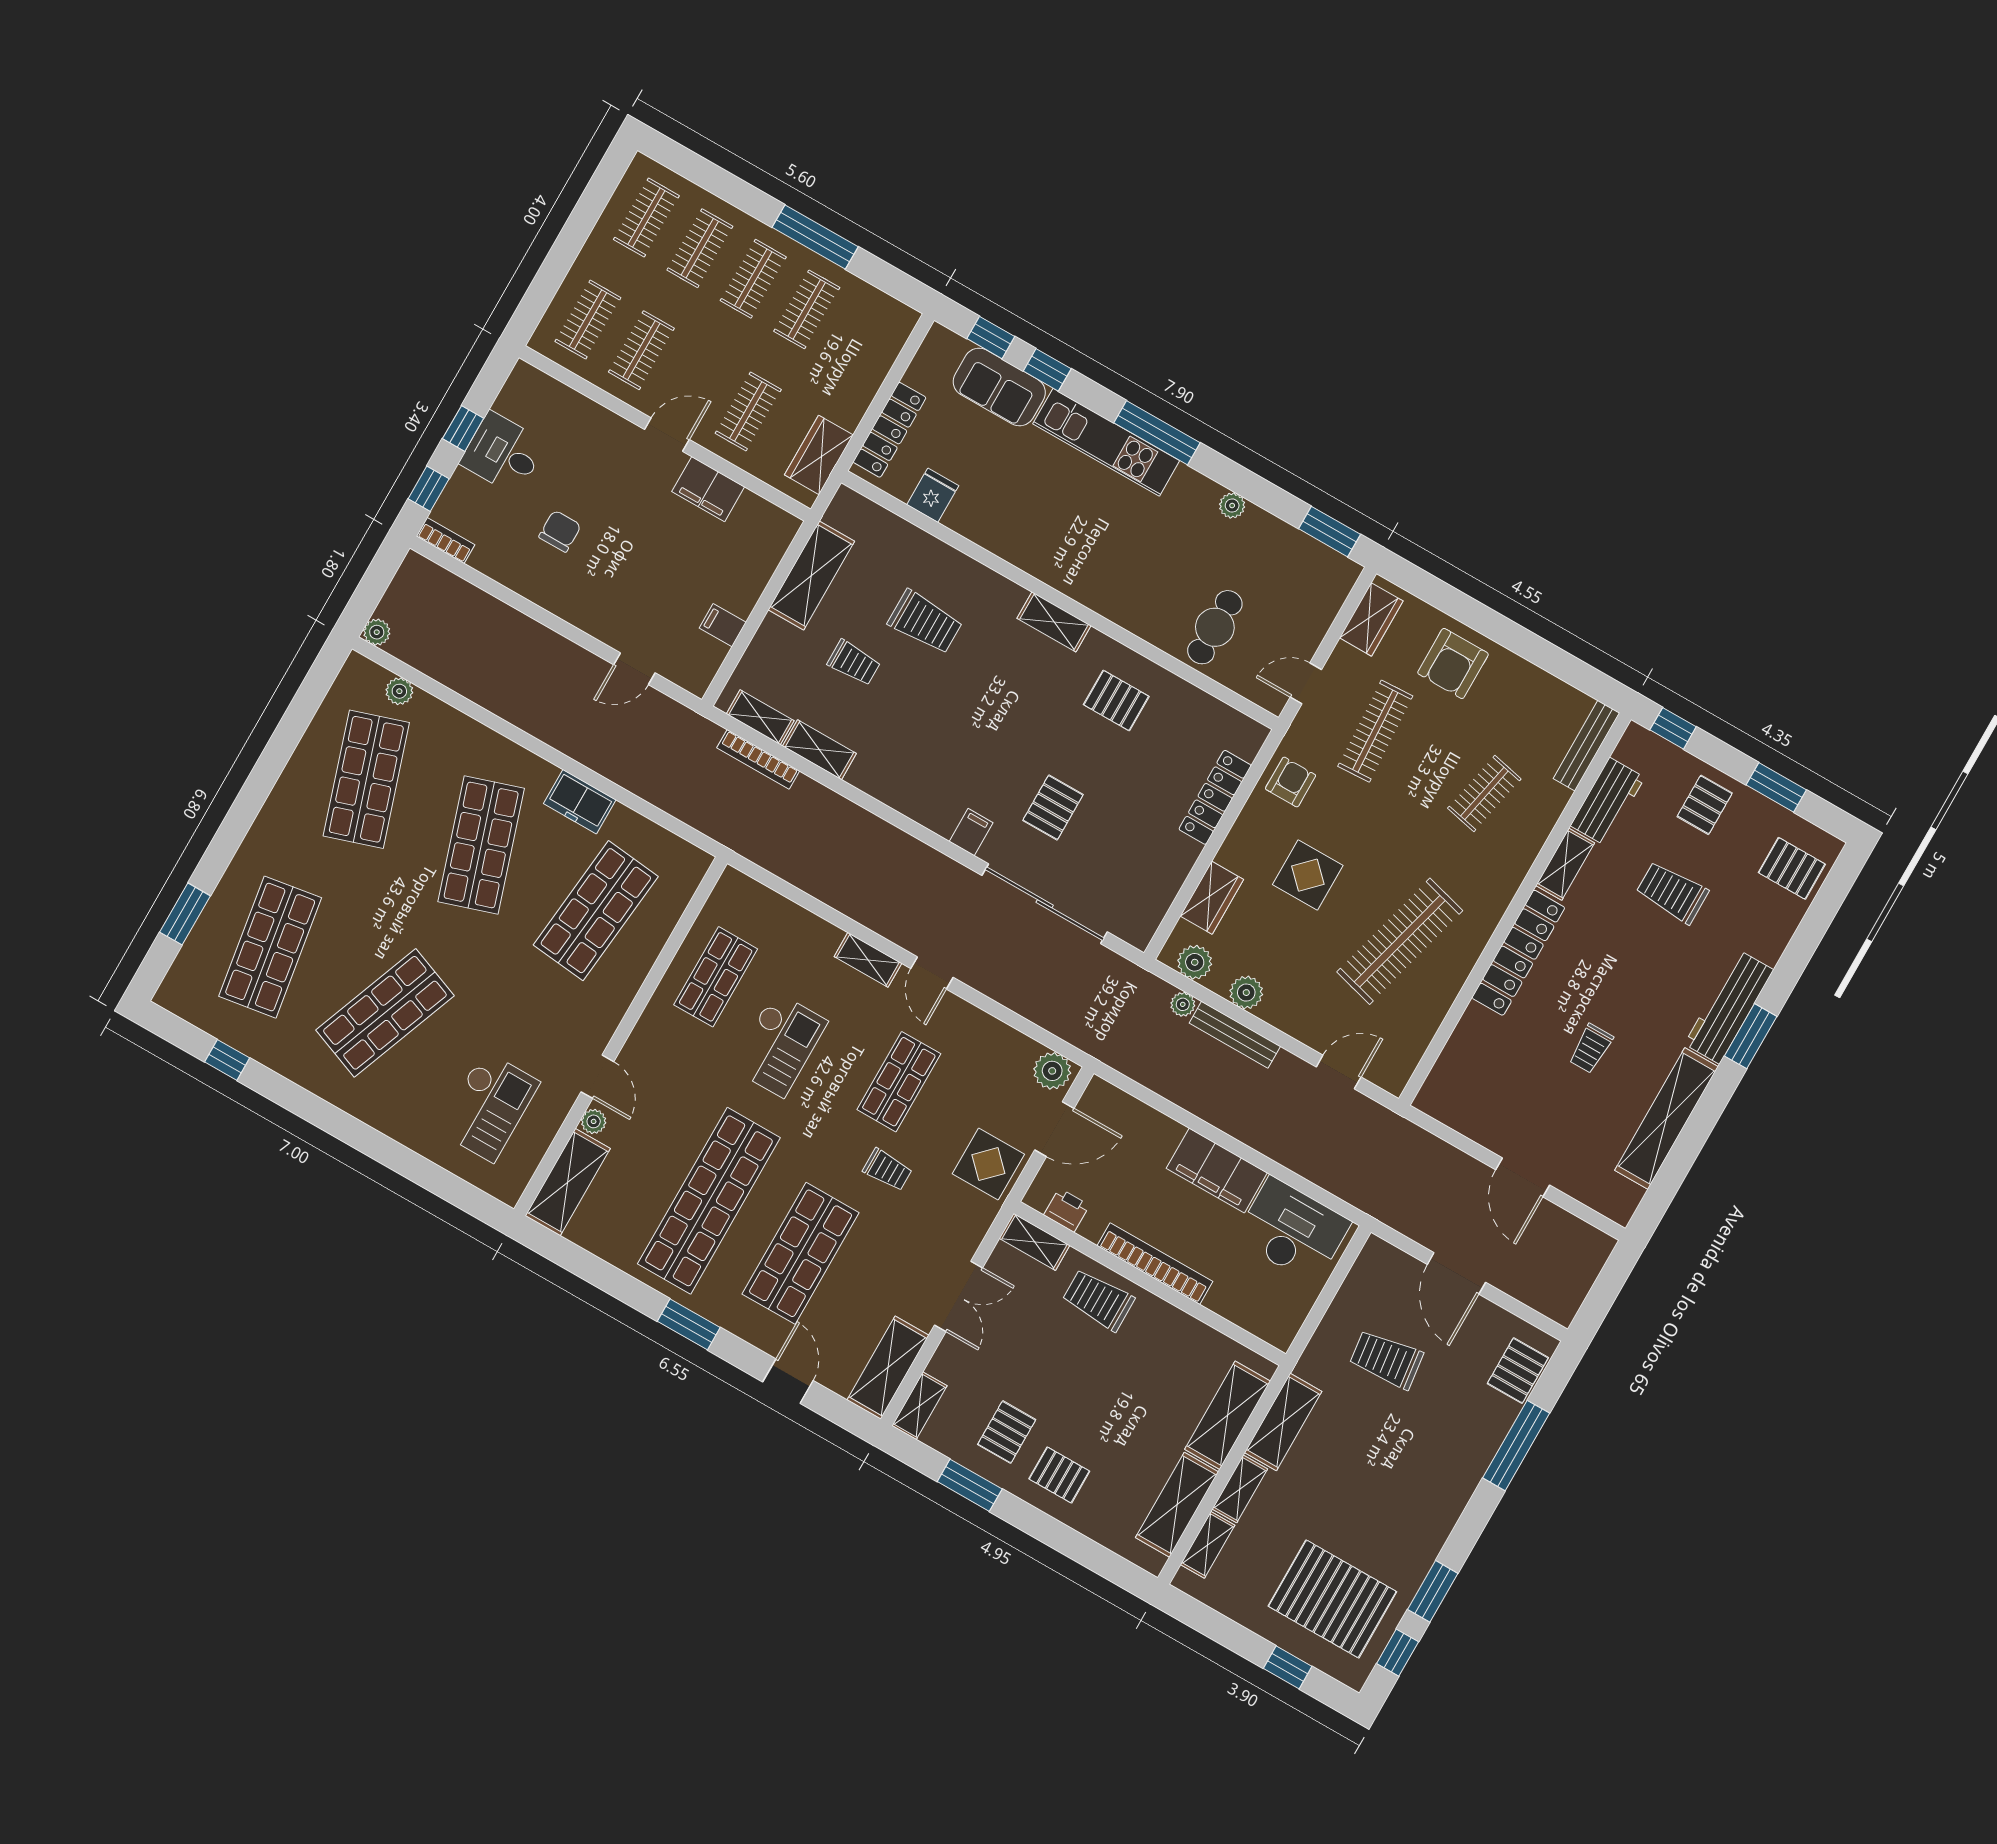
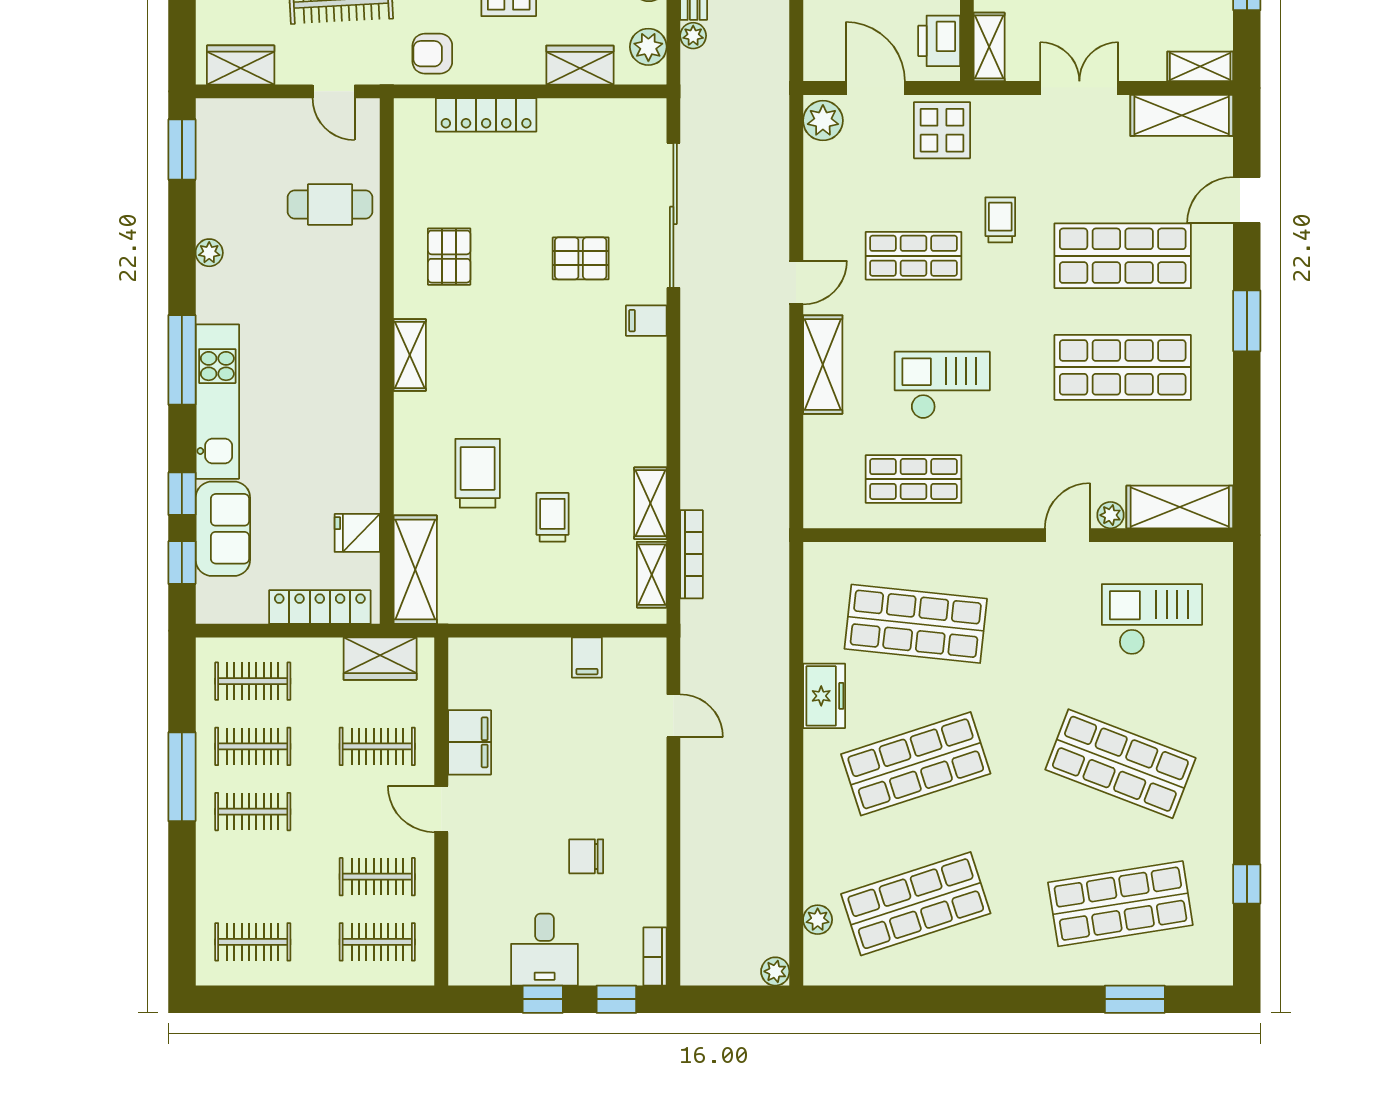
clothes rail: (700, 248) -> (253, 681), moved
shelving: (811, 576) -> (415, 570), moved, turned 90
shelving: (868, 960) -> (823, 365), width x1.50, depth x1.33
shop shelf: (709, 1201) -> (1123, 367), width x0.71
printer: (1067, 1210) -> (939, 41), width x1.36, depth x1.24

